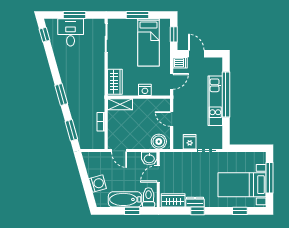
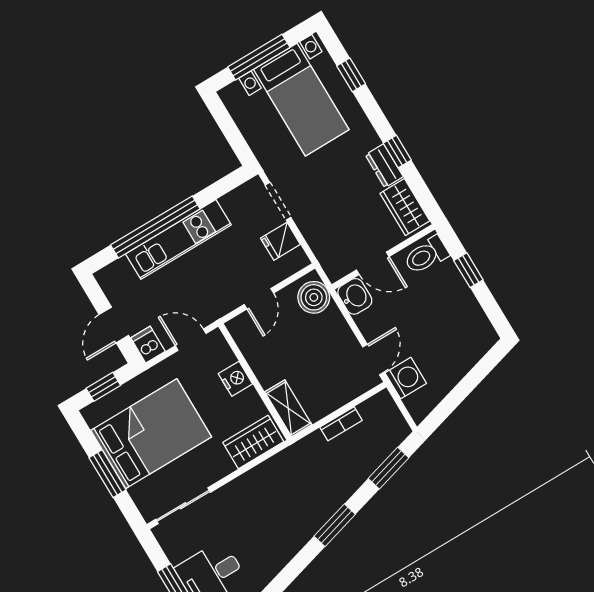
bed: (148, 42) -> (151, 434), width x1.50
washing machine: (98, 184) -> (406, 378), moved, turned 106
bathtub: (125, 199) -> (455, 295), removed

